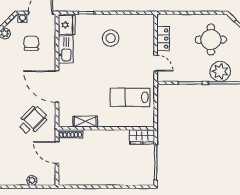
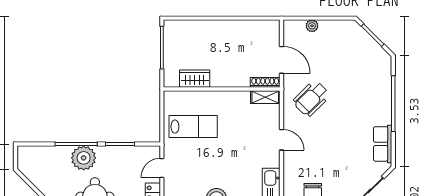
door: (156, 63) -> (162, 168), hinge flipped
door: (57, 86) -> (281, 140), width x0.53
shelving: (85, 122) -> (265, 97), moved
wardrobe: (142, 137) -> (195, 79), moved

